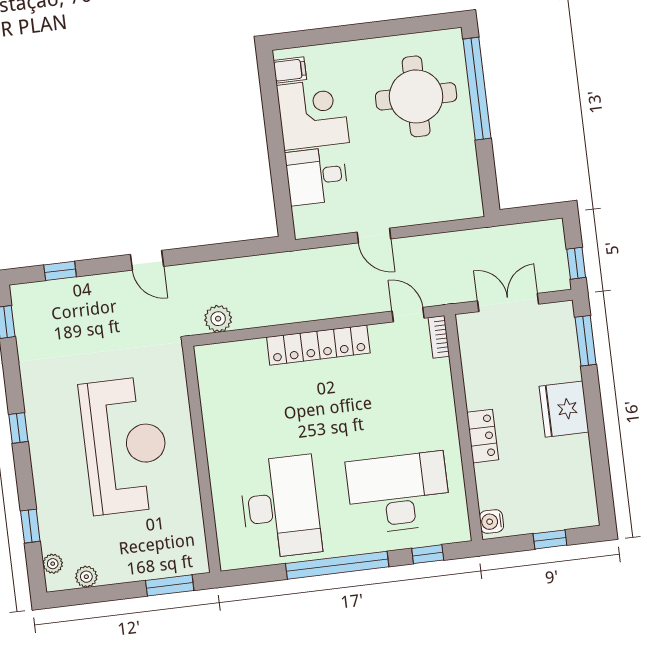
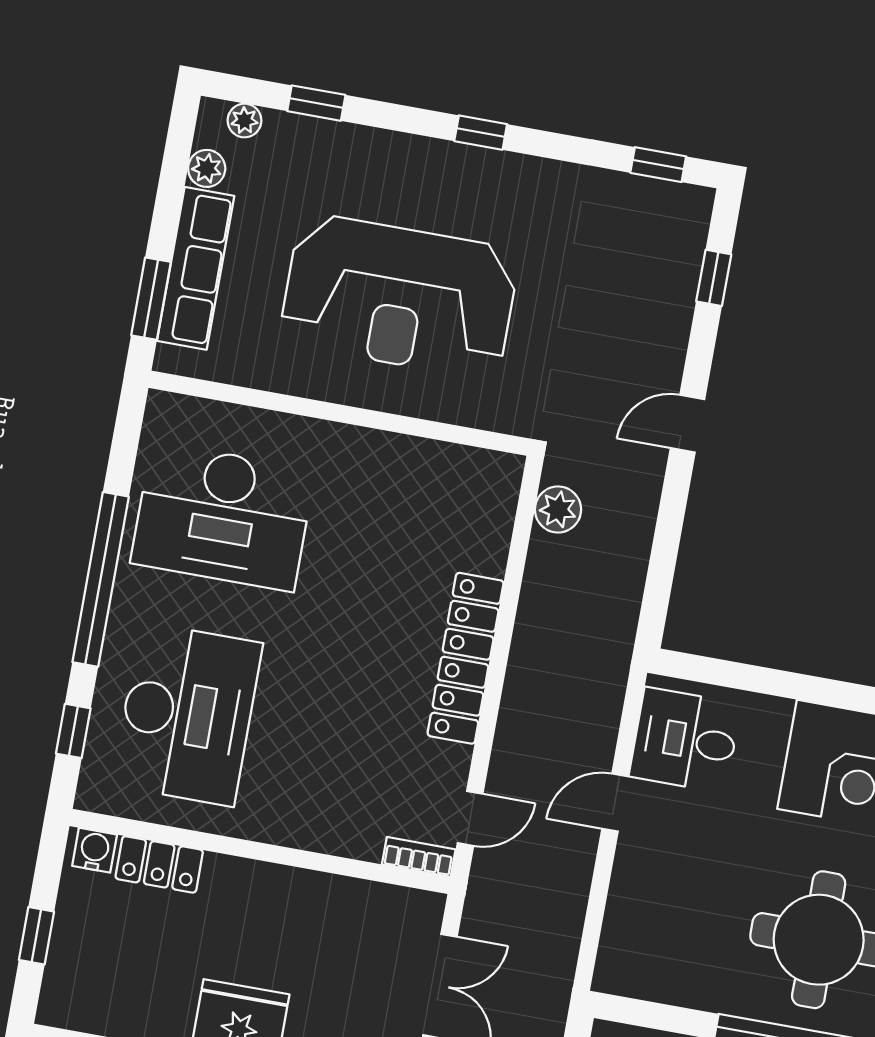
desk: (317, 176) -> (685, 740), moved, turned -90
locker: (483, 436) -> (159, 864), moved
row of seats: (145, 566) -> (196, 268), added

